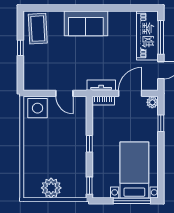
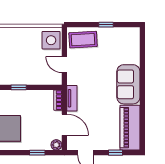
coffee table: (38, 29) -> (83, 40), moved
piano: (147, 35) -> (130, 128), moved, turned -90
window: (161, 37) -> (115, 153), width x0.46
door: (64, 93) -> (64, 65), hinge flipped

